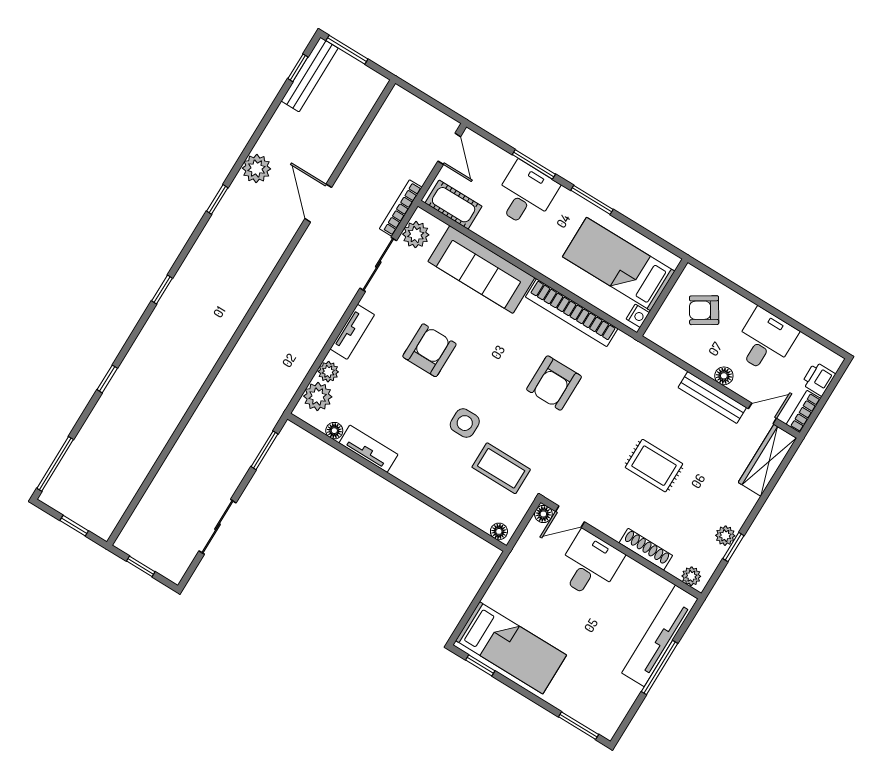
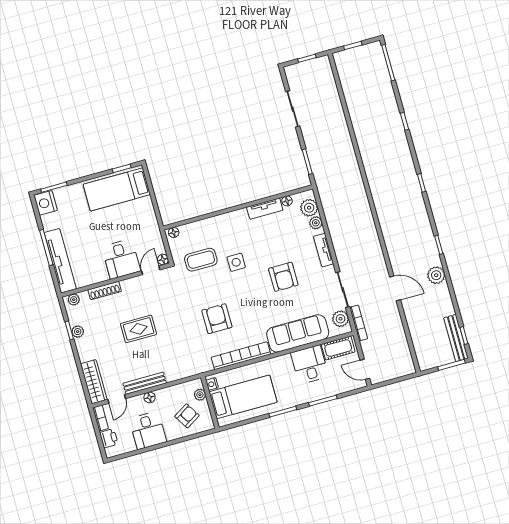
desk: (525, 195) -> (310, 365), moved, turned 180
plant: (664, 318) -> (200, 395), added
nightstand: (607, 718) -> (45, 203), added

